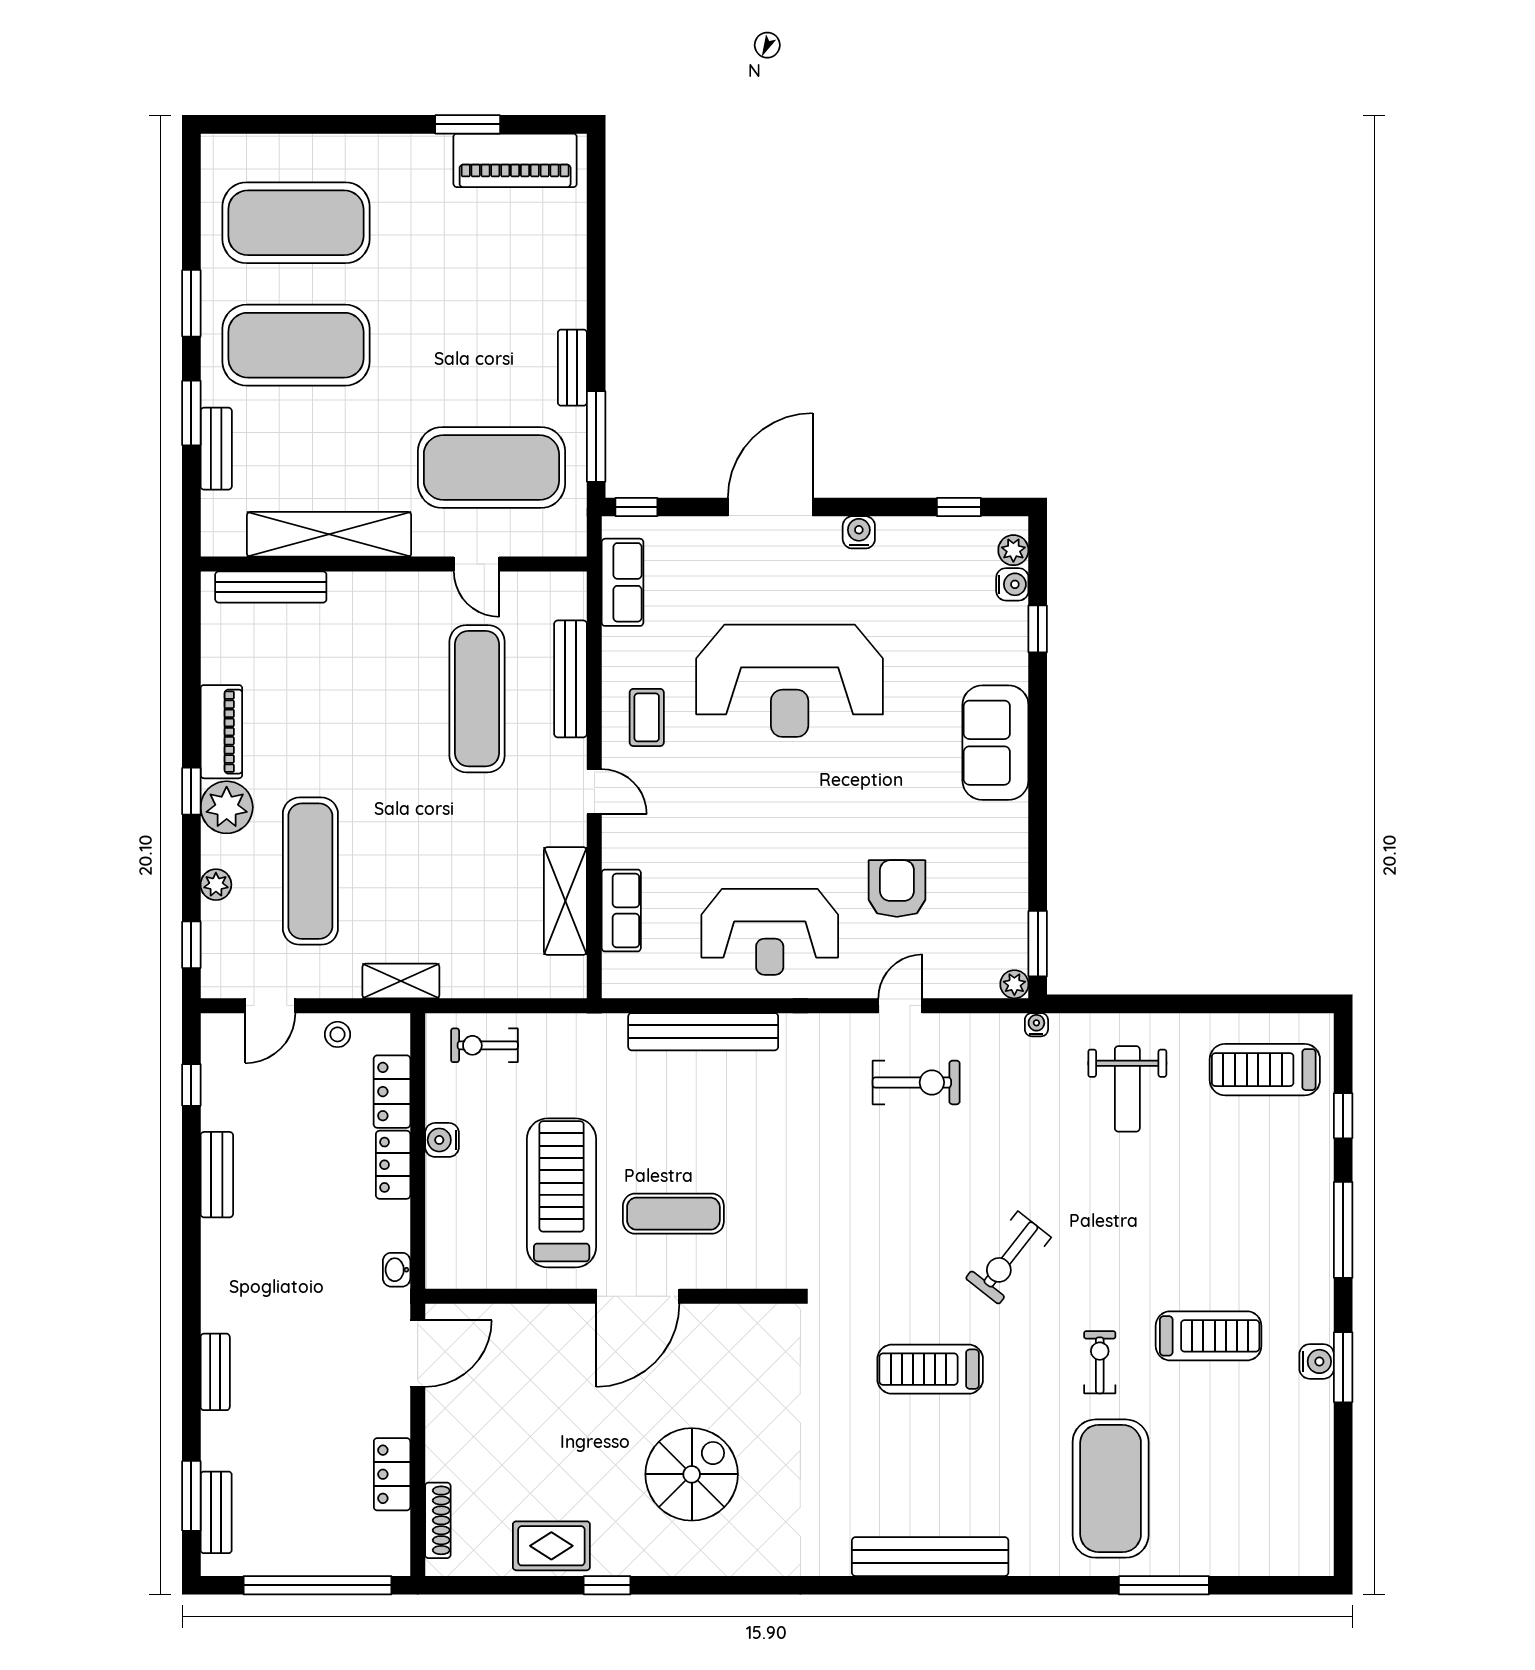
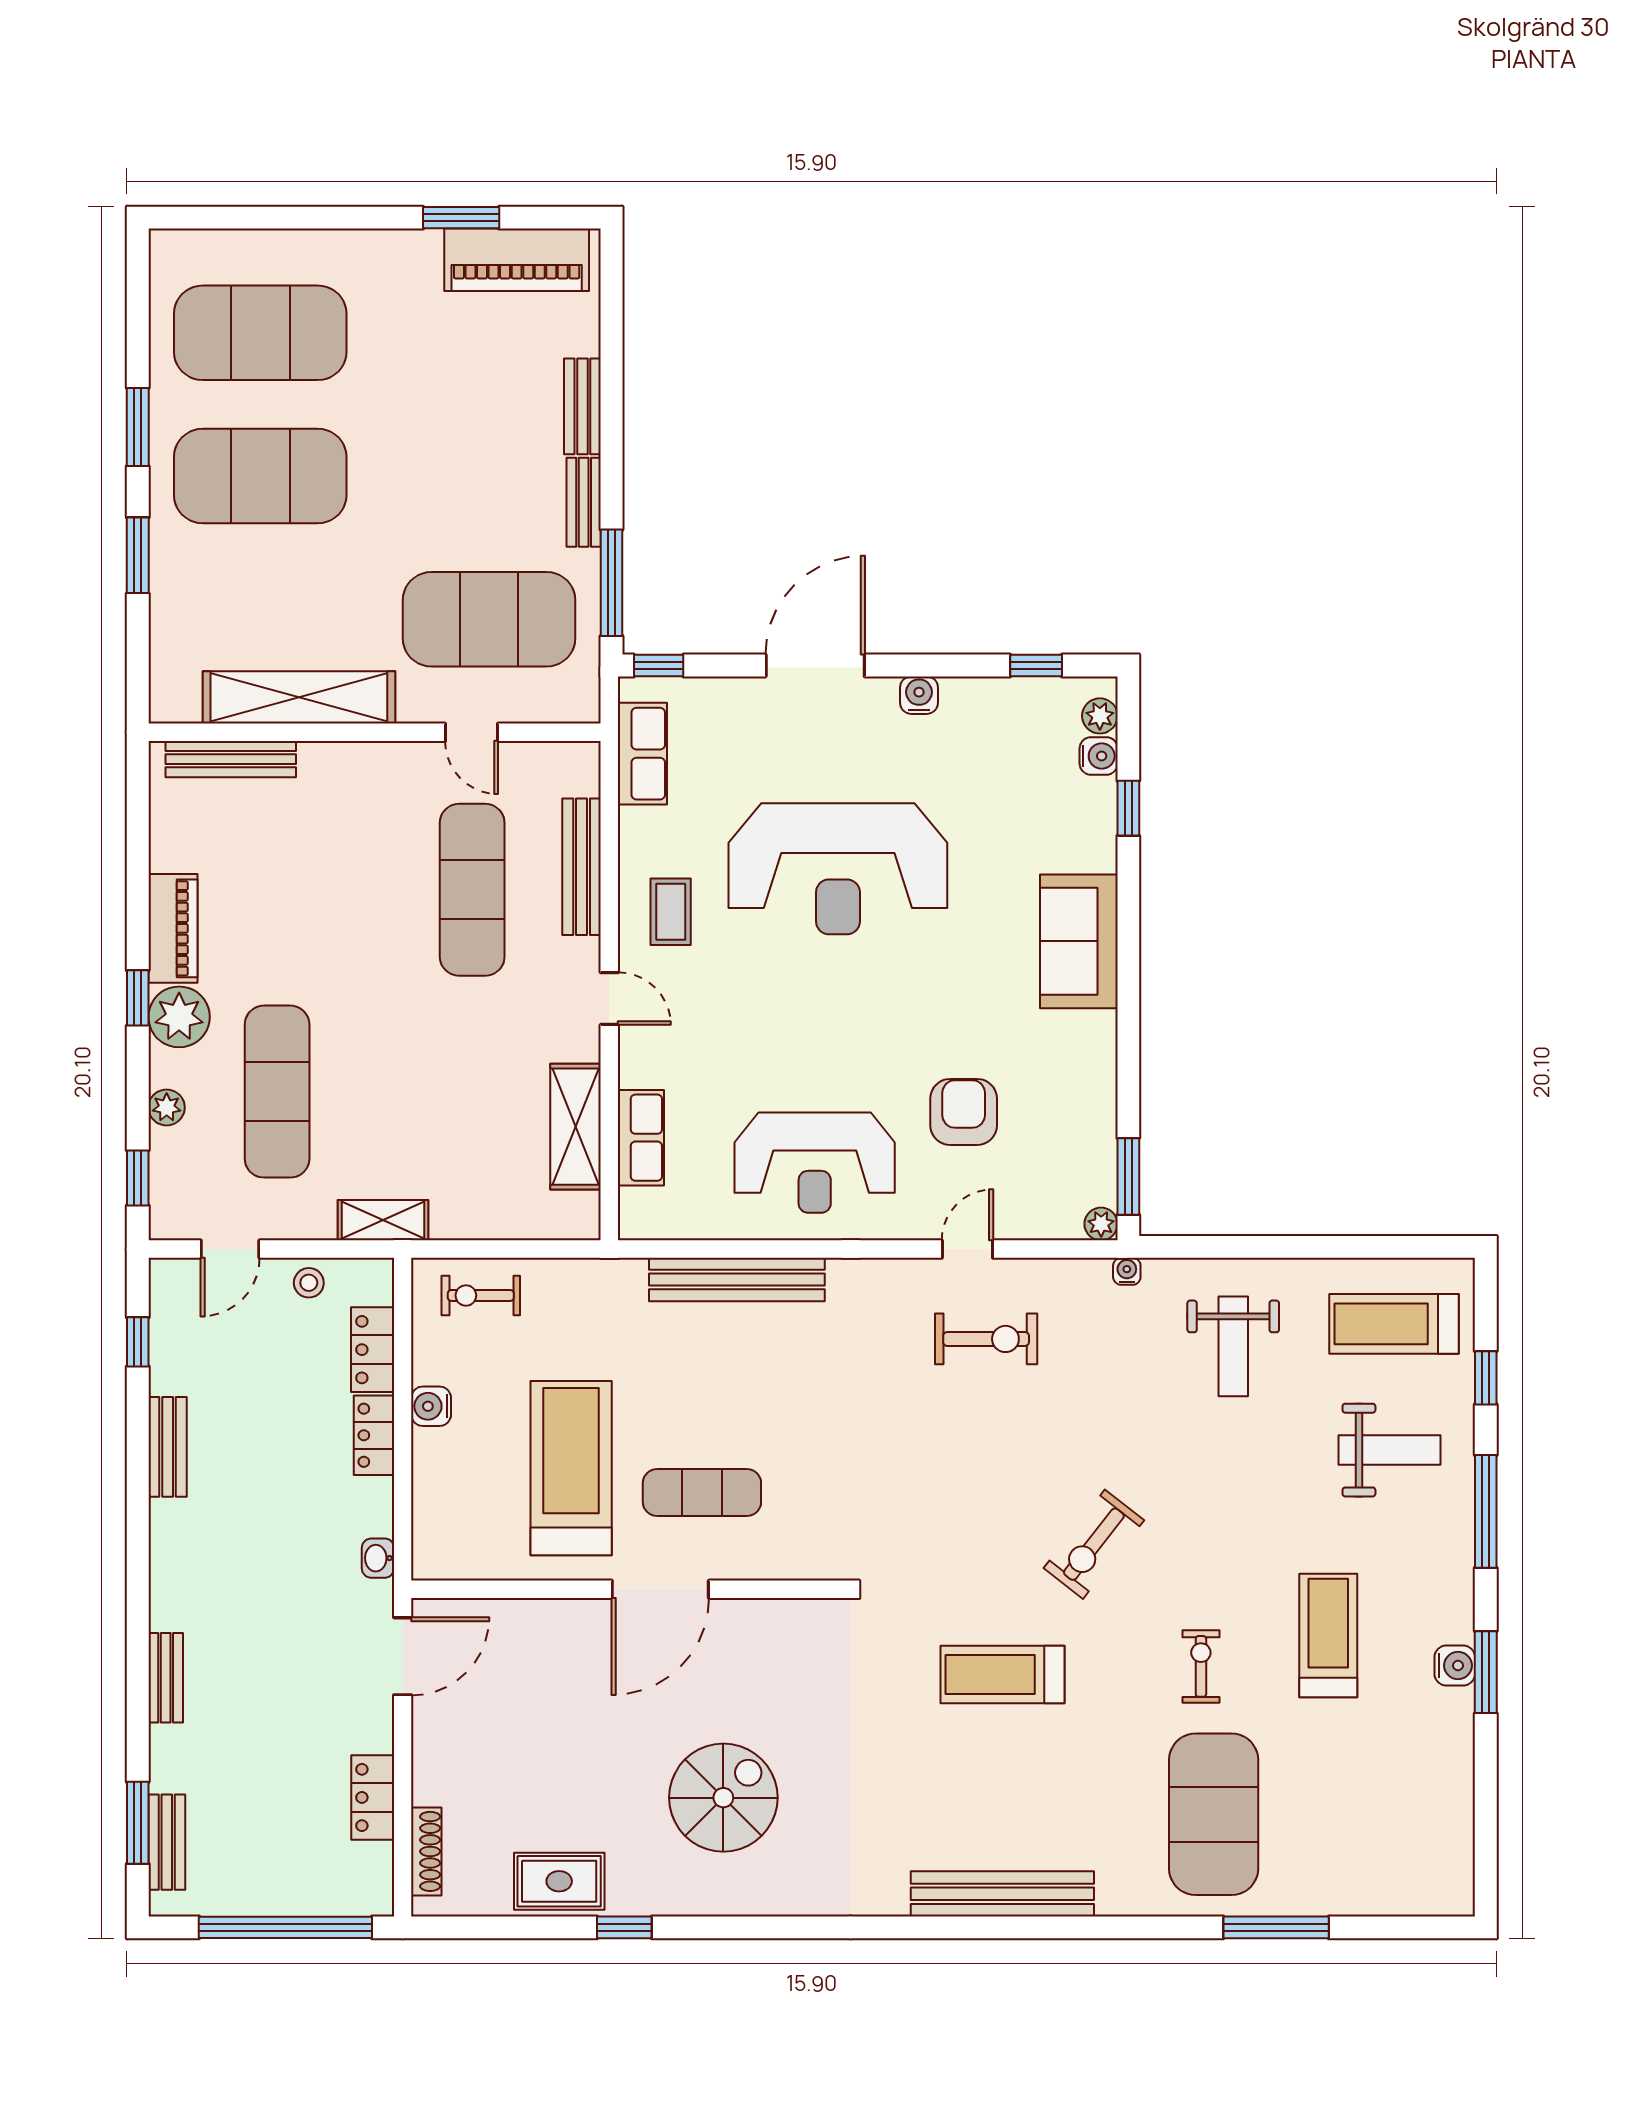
bench: (216, 449) -> (582, 406), moved
weight bench: (1261, 1177) -> (1390, 1450), added
treadmill: (1209, 1336) -> (1328, 1636), turned -90

